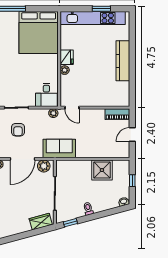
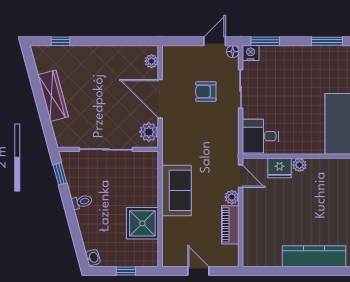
fridge: (67, 57) -> (279, 168), moved
door: (72, 108) -> (241, 176), swing flipped
plant: (53, 113) -> (232, 197), moved
piano: (117, 114) -> (230, 225), moved
sofa: (59, 148) -> (176, 190), moved
wardrobe: (41, 222) -> (53, 96), moved, width x1.50

